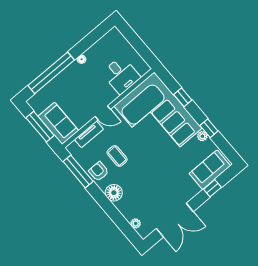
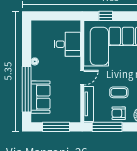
window: (183, 97) -> (106, 16), moved
sofa: (58, 123) -> (40, 97), moved, turned 90
tv unit: (89, 134) -> (89, 104), width x1.41

